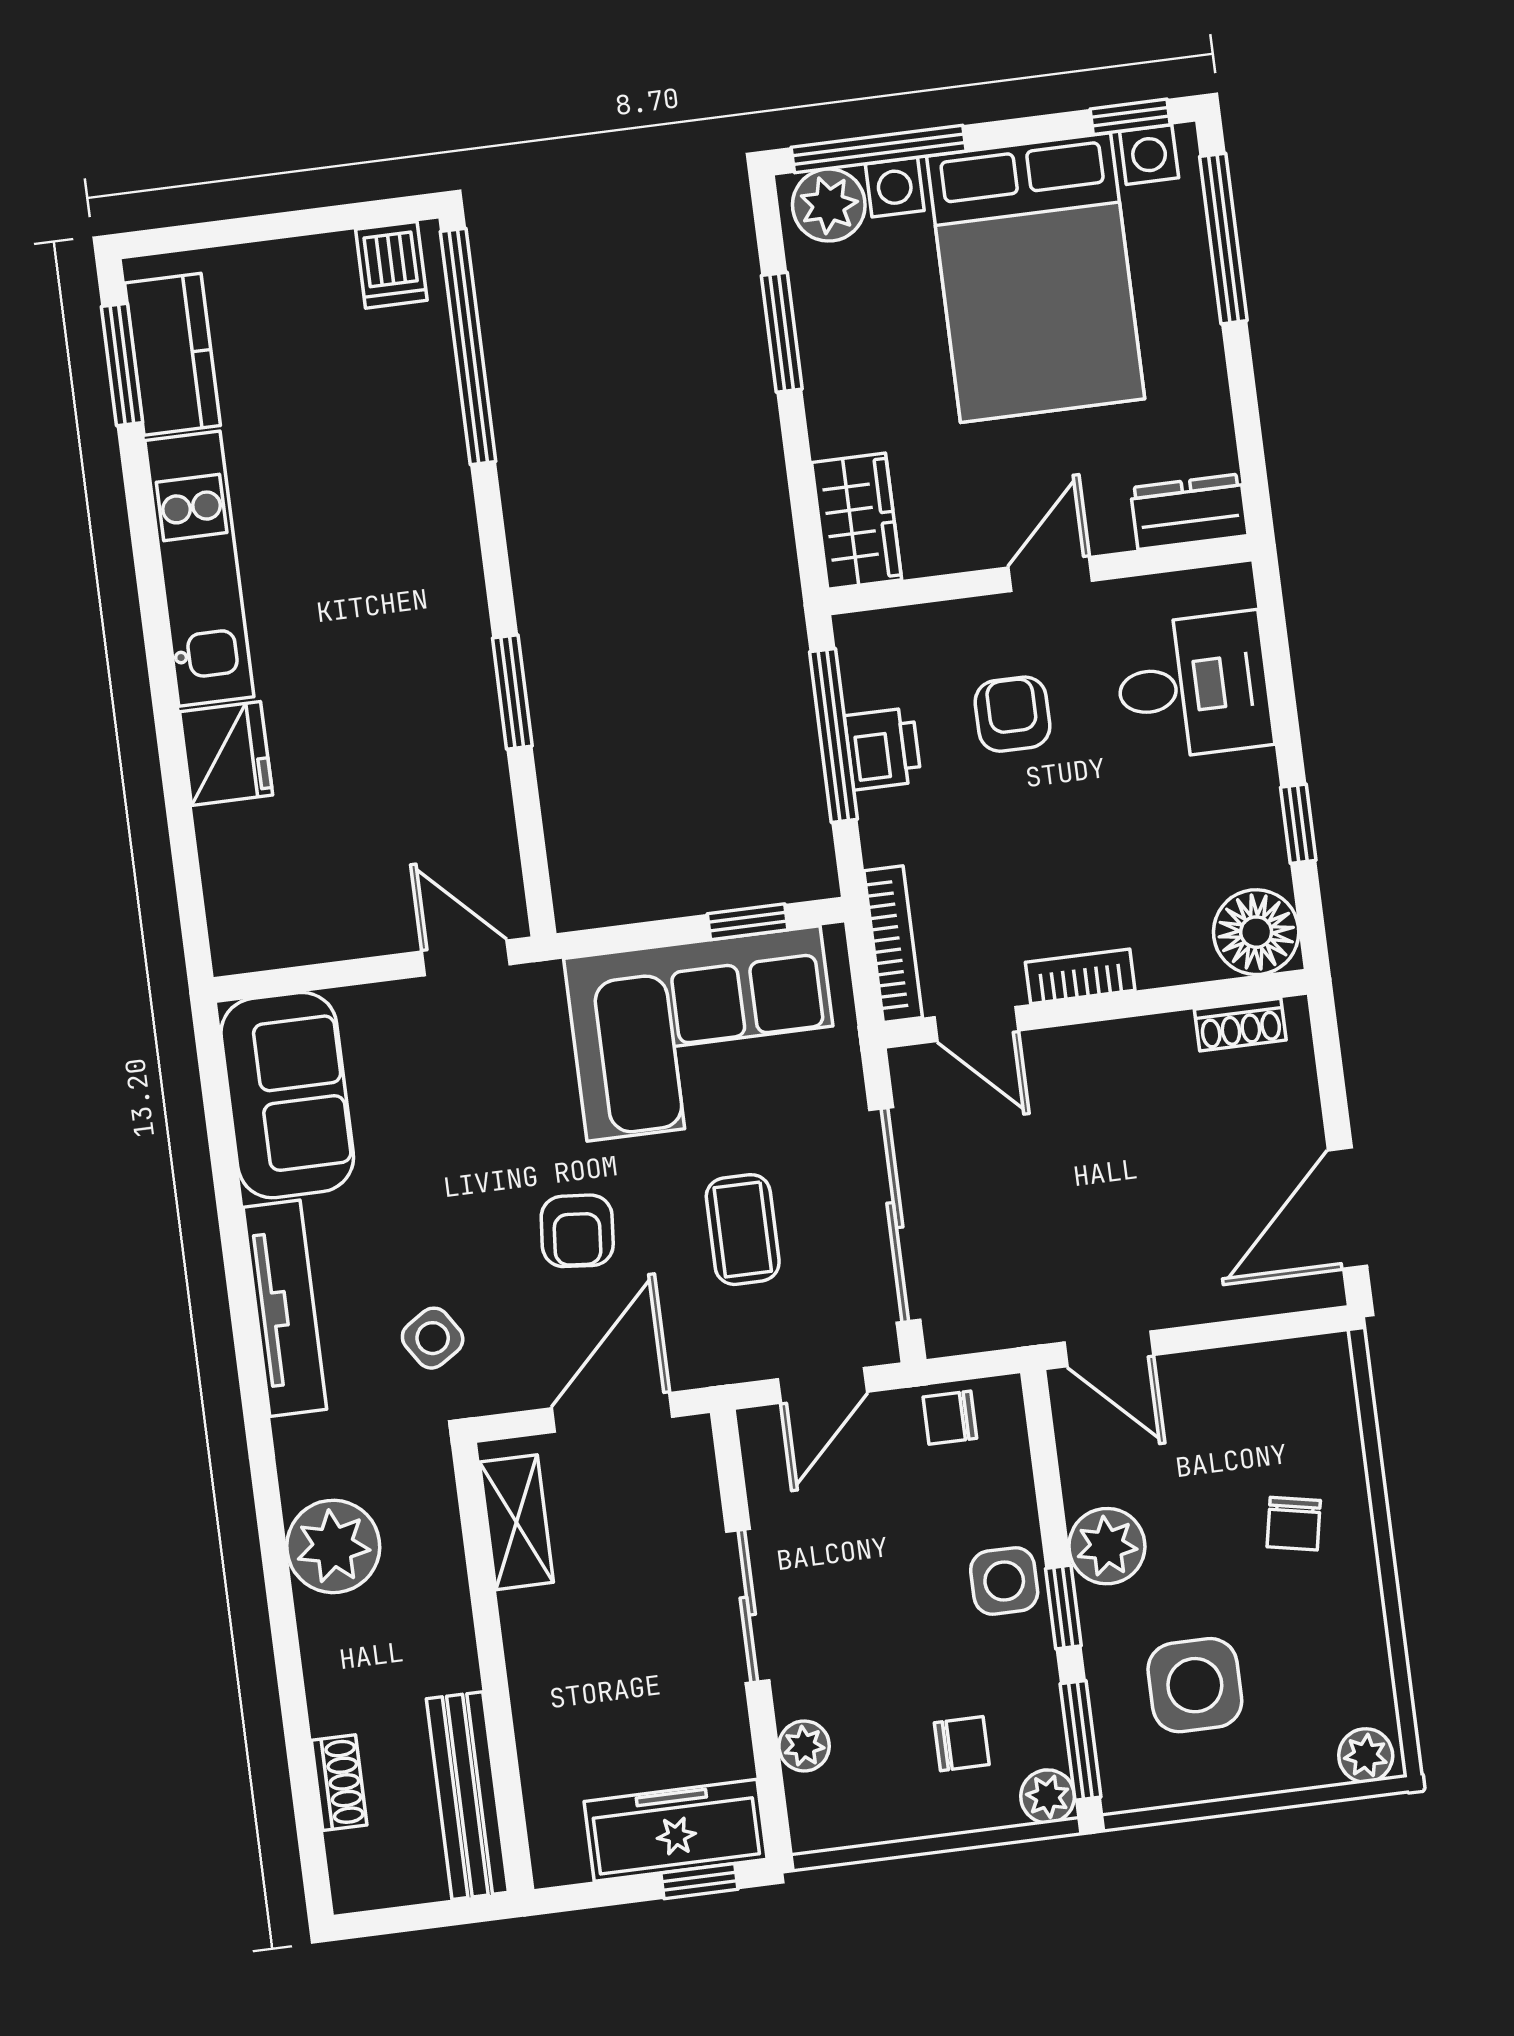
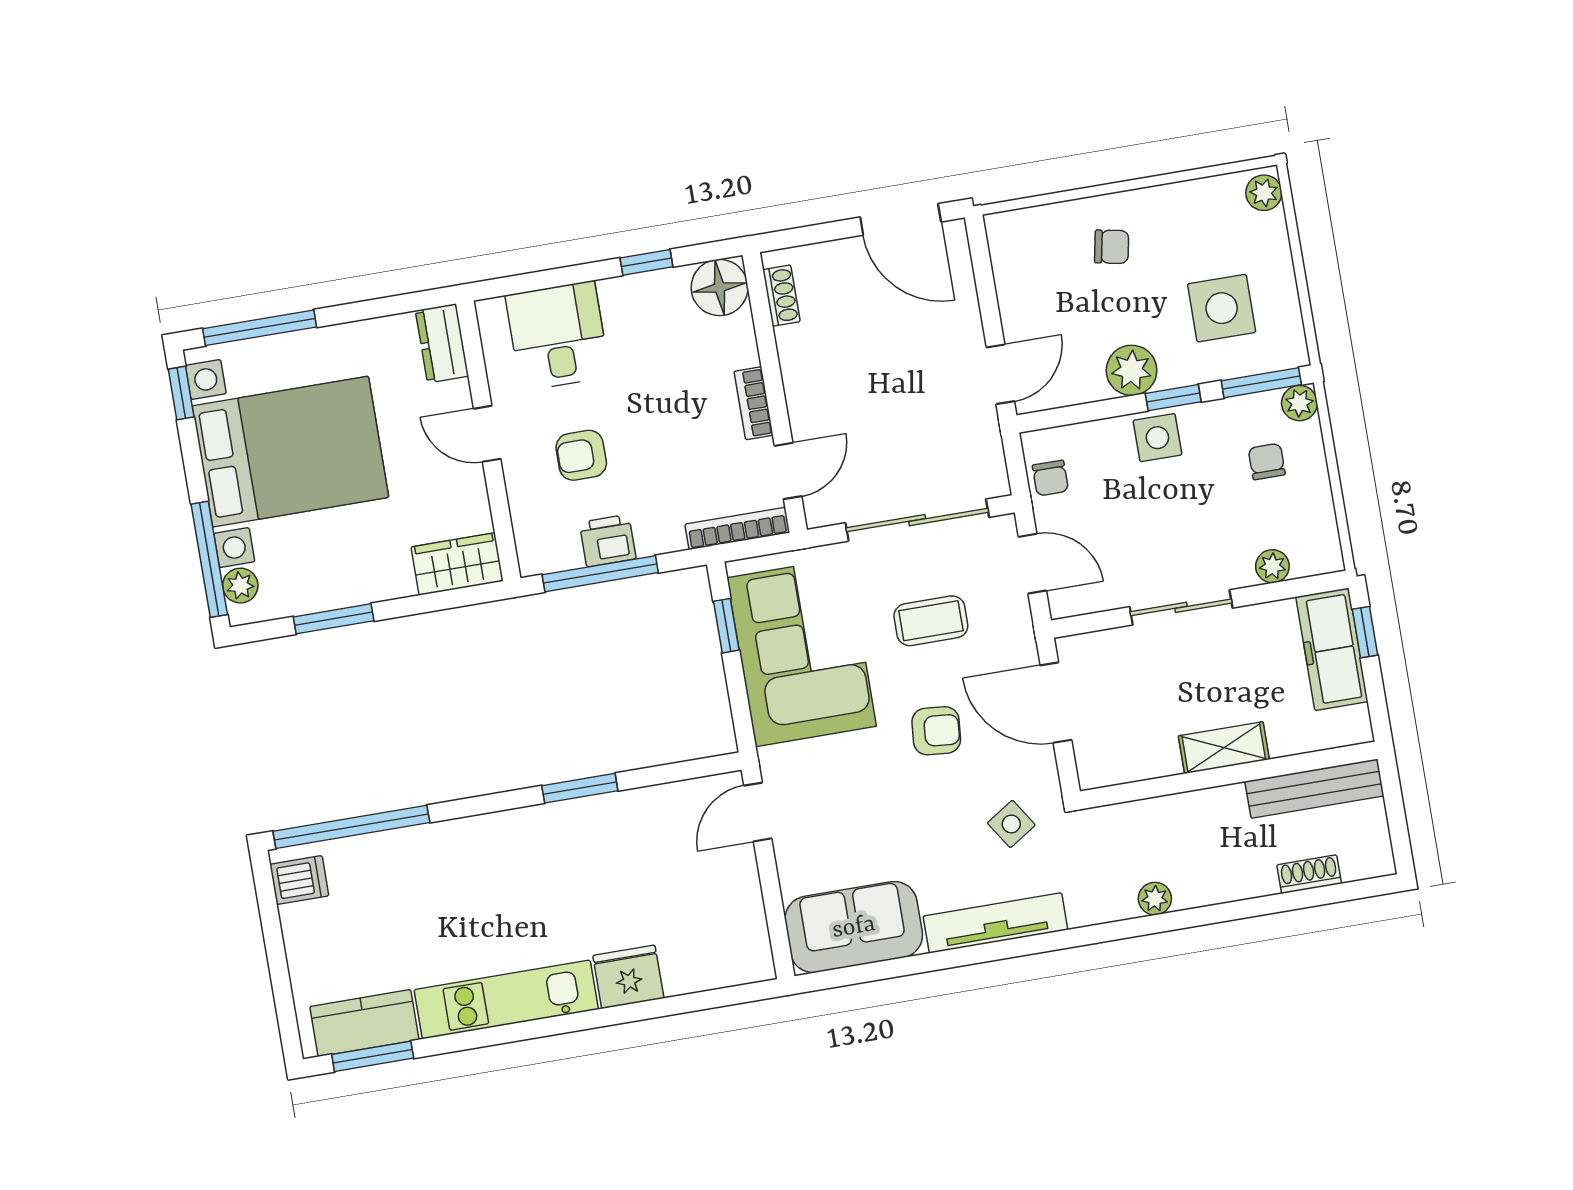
plant: (829, 205) -> (240, 586), width x0.73, depth x0.73
shelving: (516, 1522) -> (1224, 748), moved
plant: (333, 1546) -> (1155, 899), width x0.53, depth x0.53

